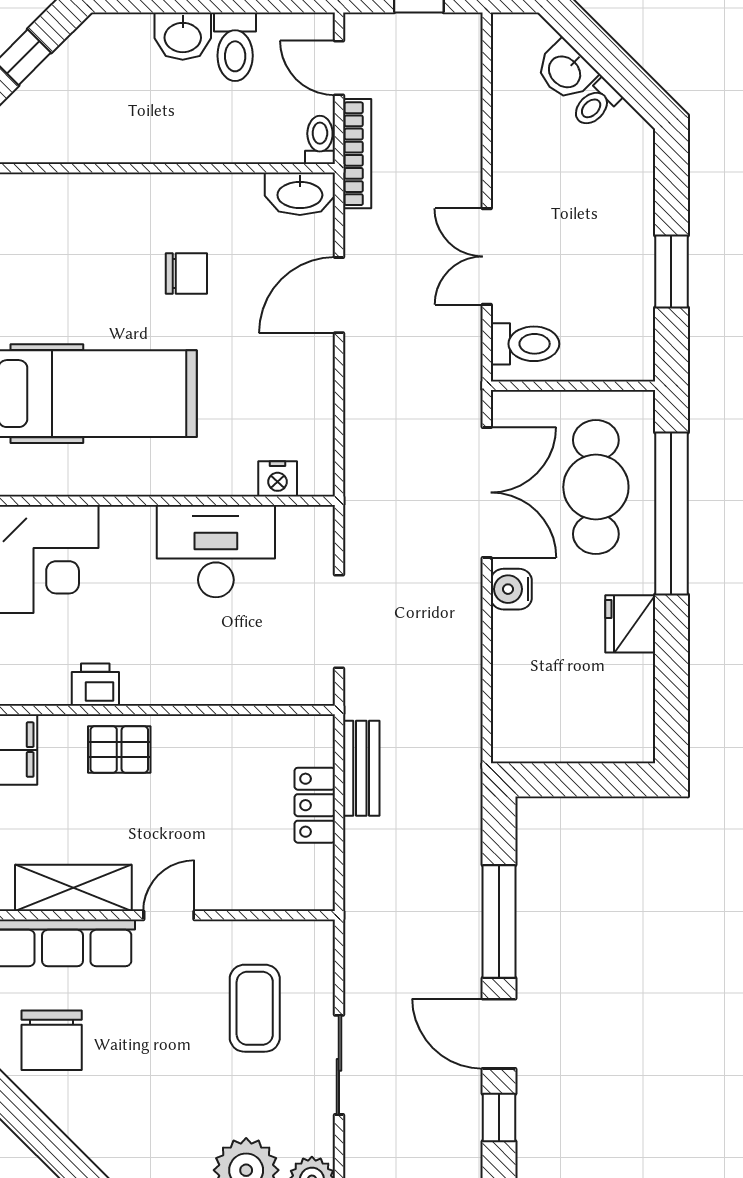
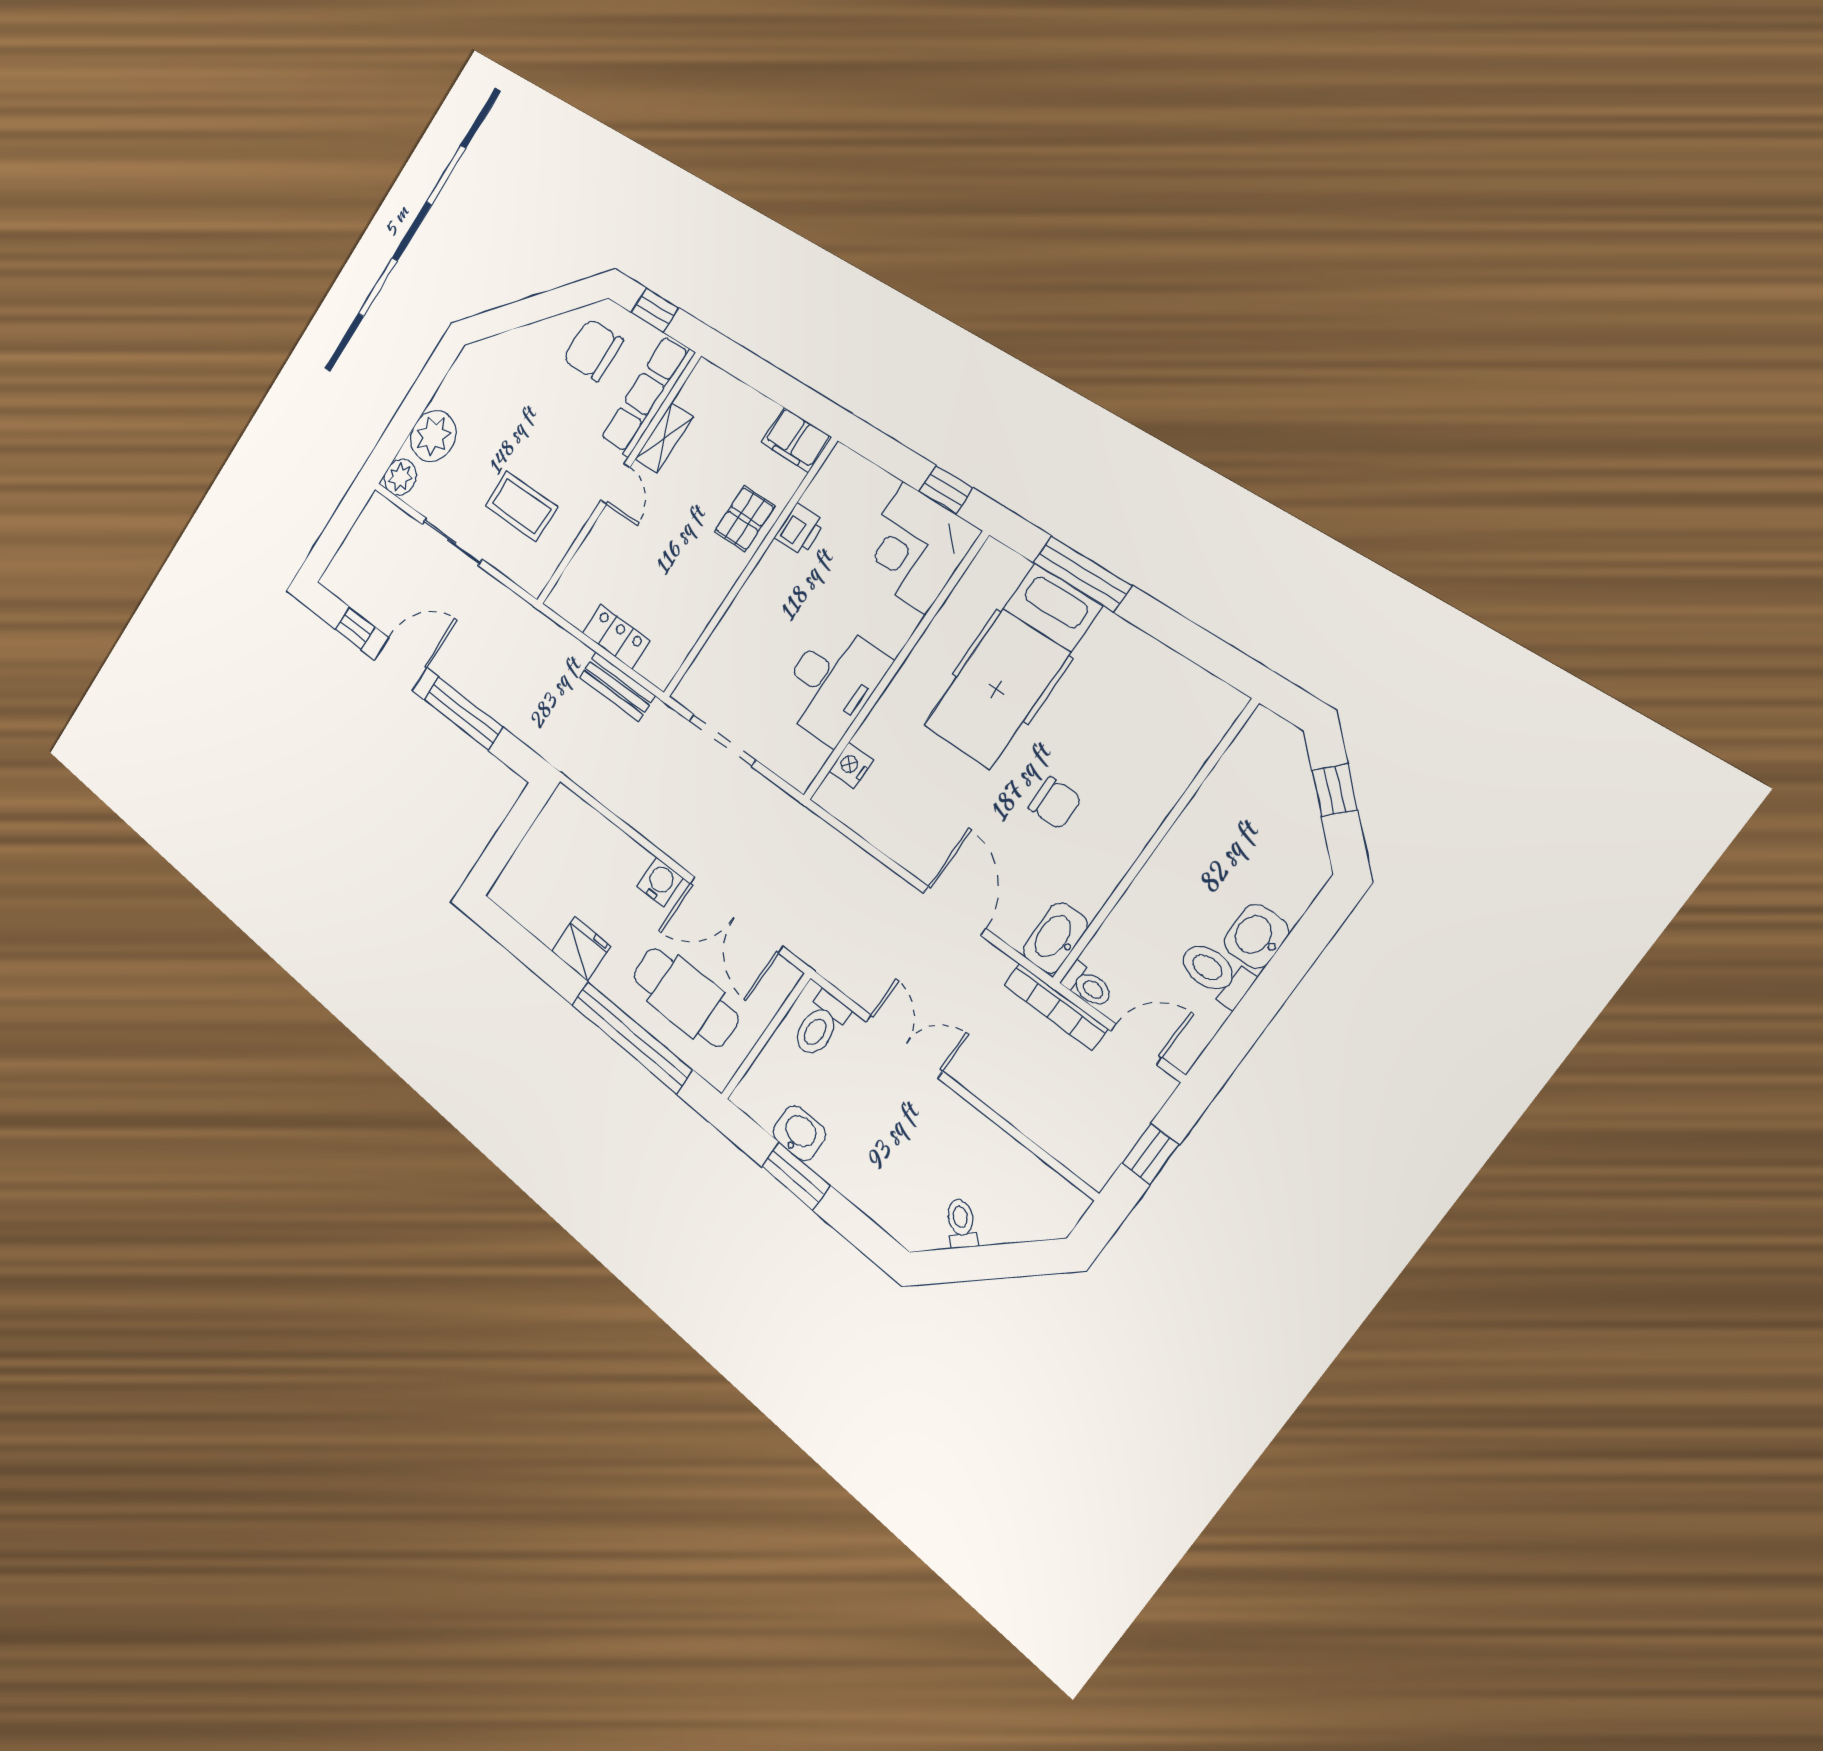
washbasin: (565, 71) -> (799, 1133), moved, turned 45
chair: (186, 273) -> (1055, 803), turned -90
shelving: (73, 888) -> (664, 438), width x0.67, depth x0.75

